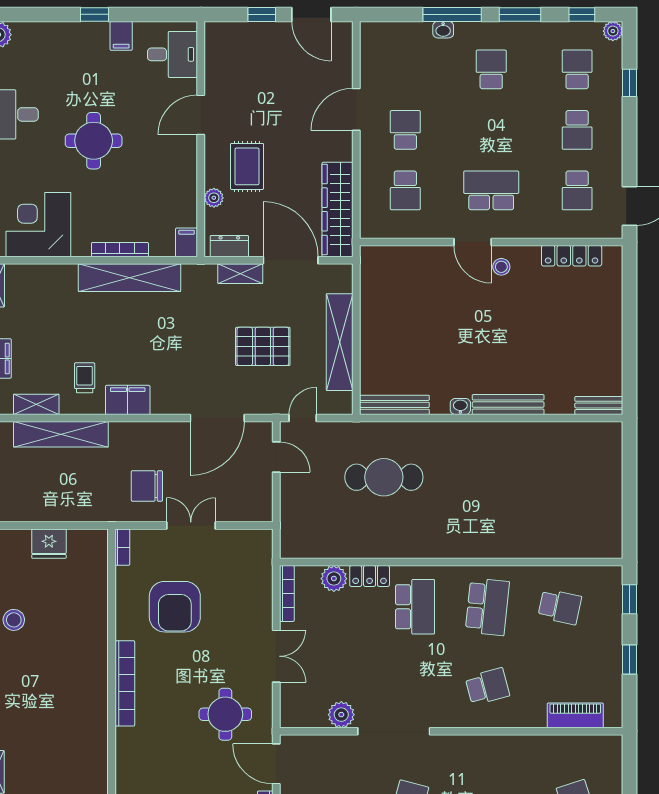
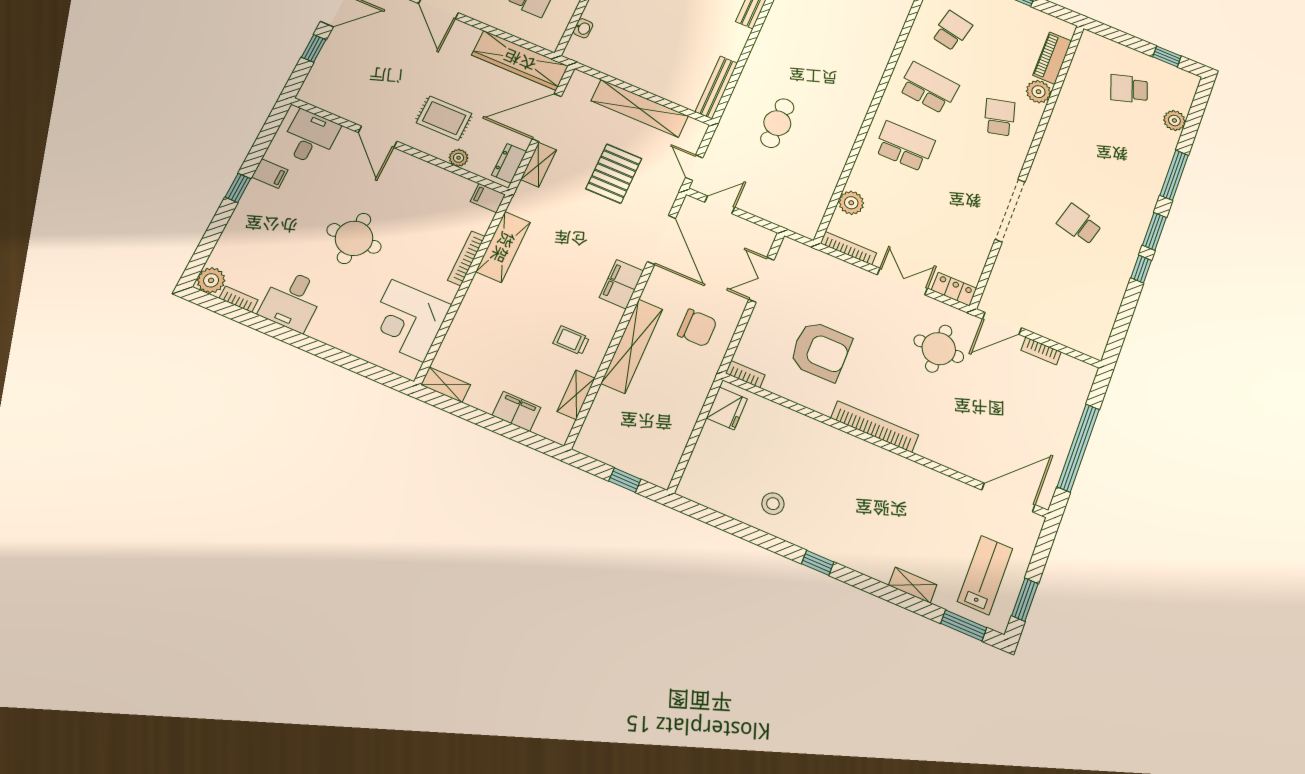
shelving: (129, 278) -> (503, 247), width x0.68
filing cabinet: (128, 400) -> (621, 284), moved
washbasin: (460, 406) -> (583, 28), moved, turned 180
shelving: (61, 434) -> (632, 346), moved
cafe table: (384, 477) -> (777, 123), width x0.73, depth x0.74
chair: (147, 486) -> (697, 328), turned -90
double door: (191, 525) -> (762, 280), moved
fridge: (49, 544) -> (727, 408), moved
locker: (370, 576) -> (954, 289), moved, turned -90
plant: (341, 715) -> (1038, 92), moved

